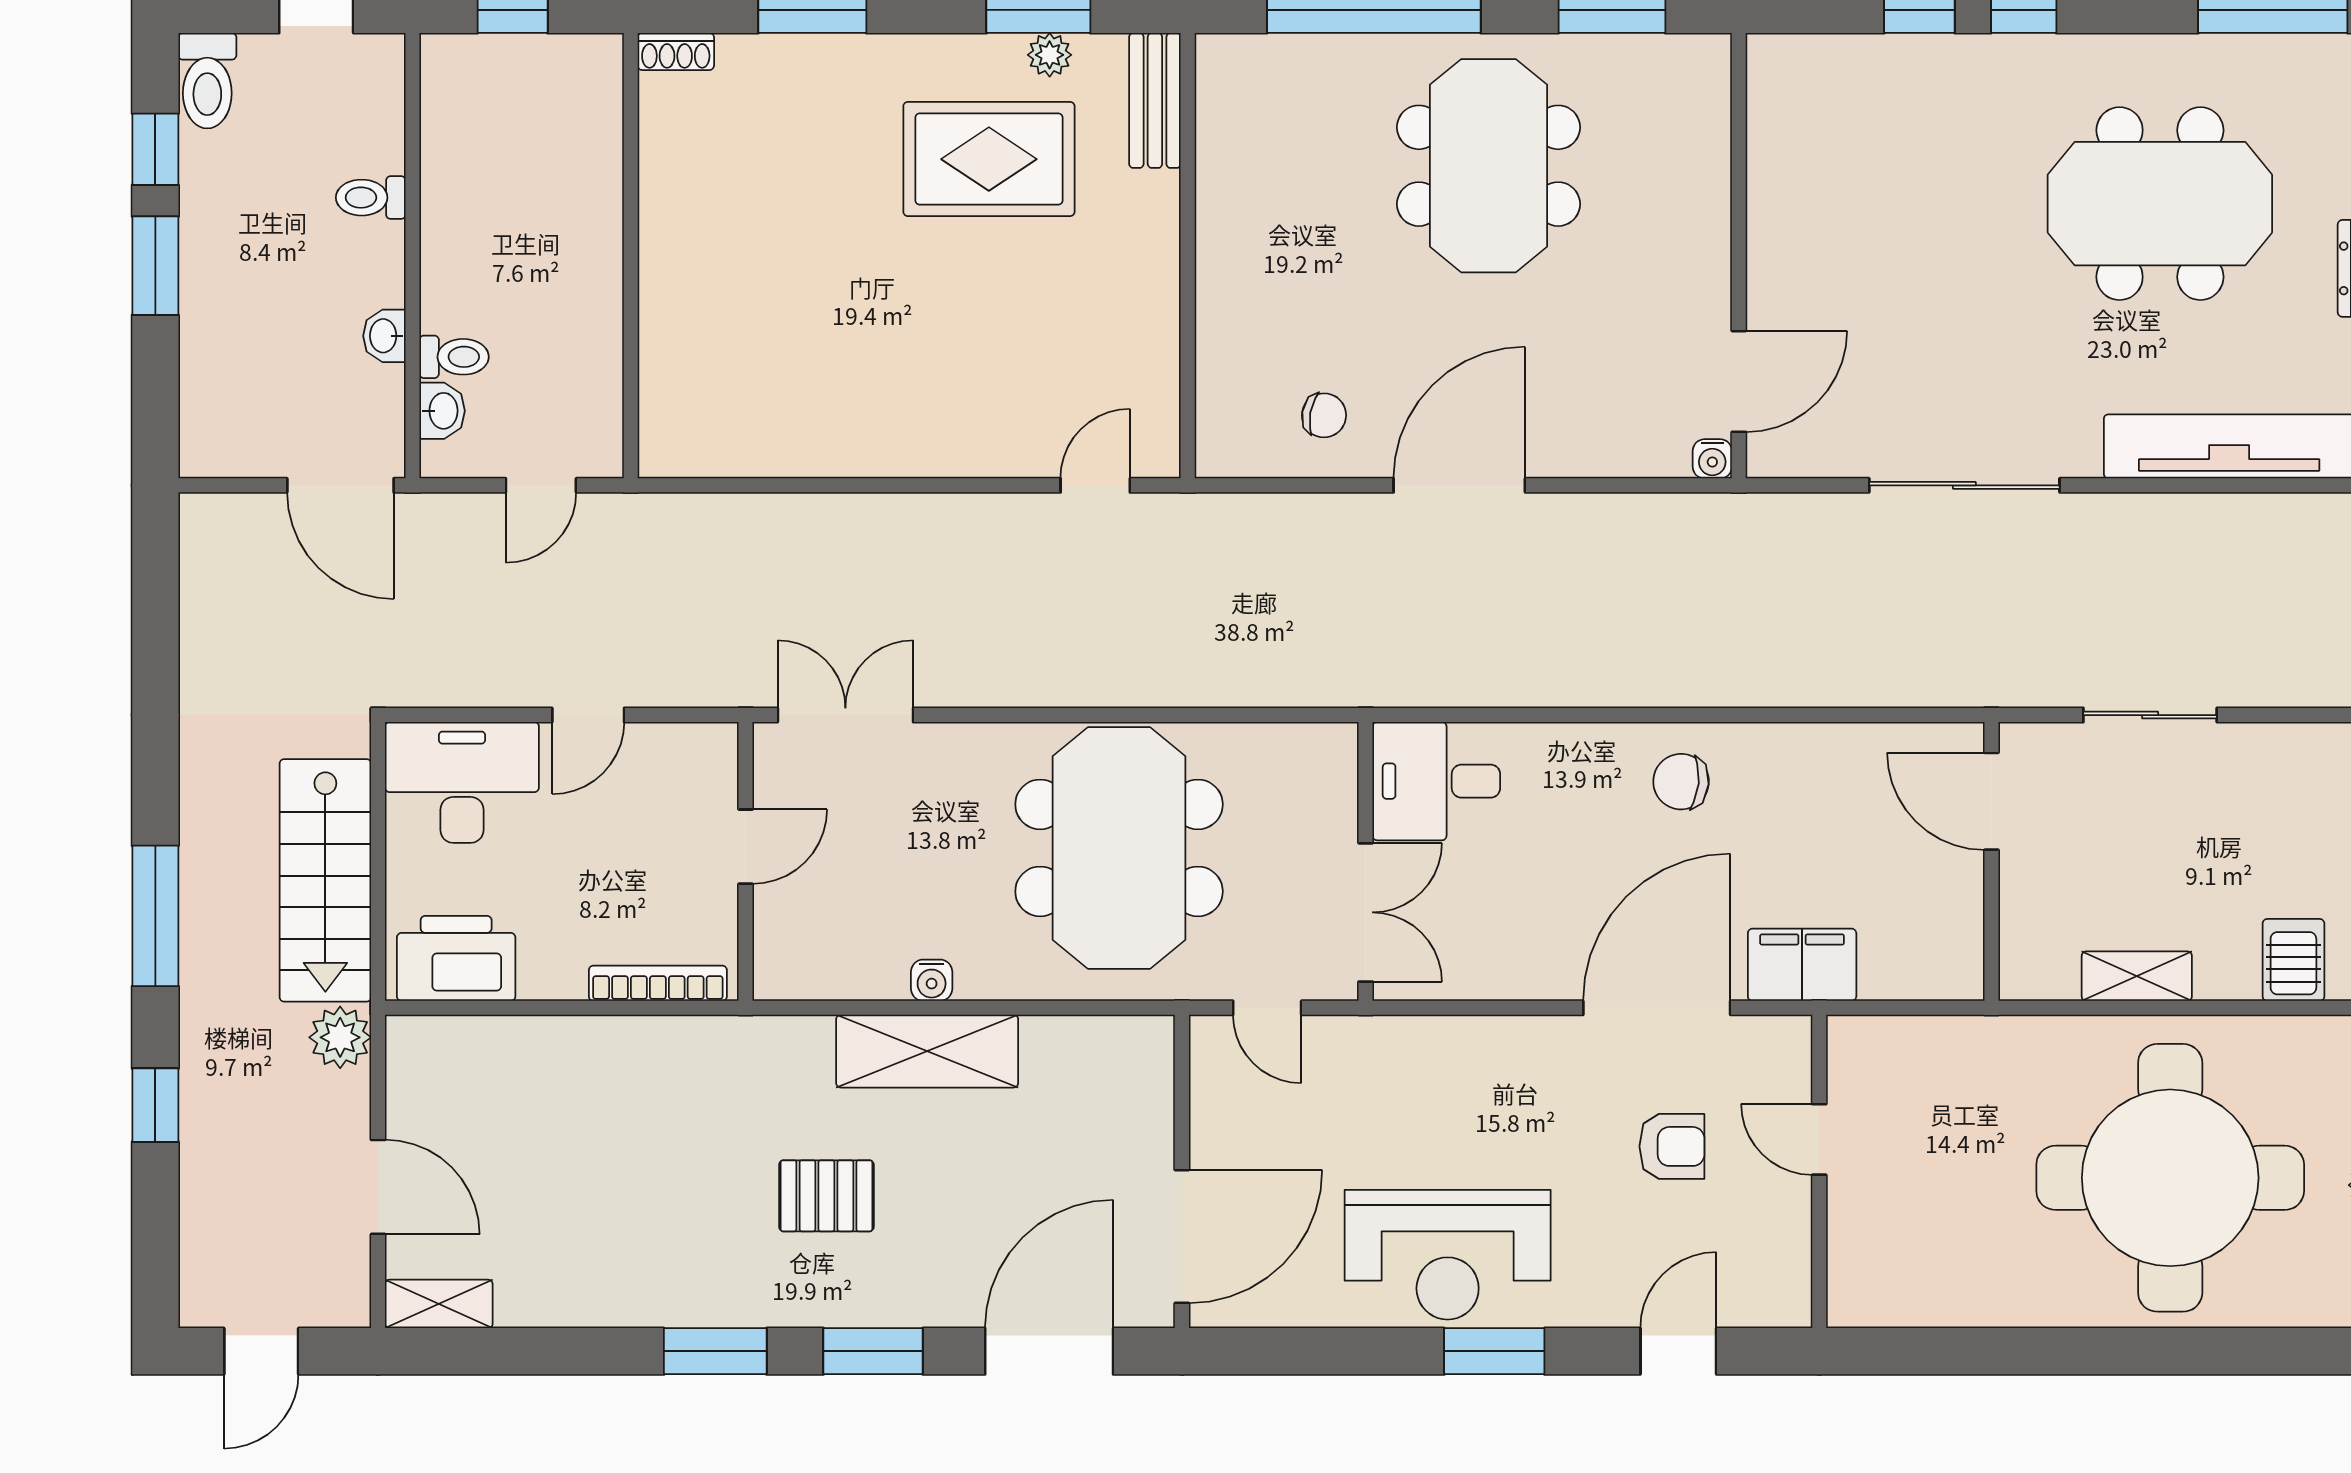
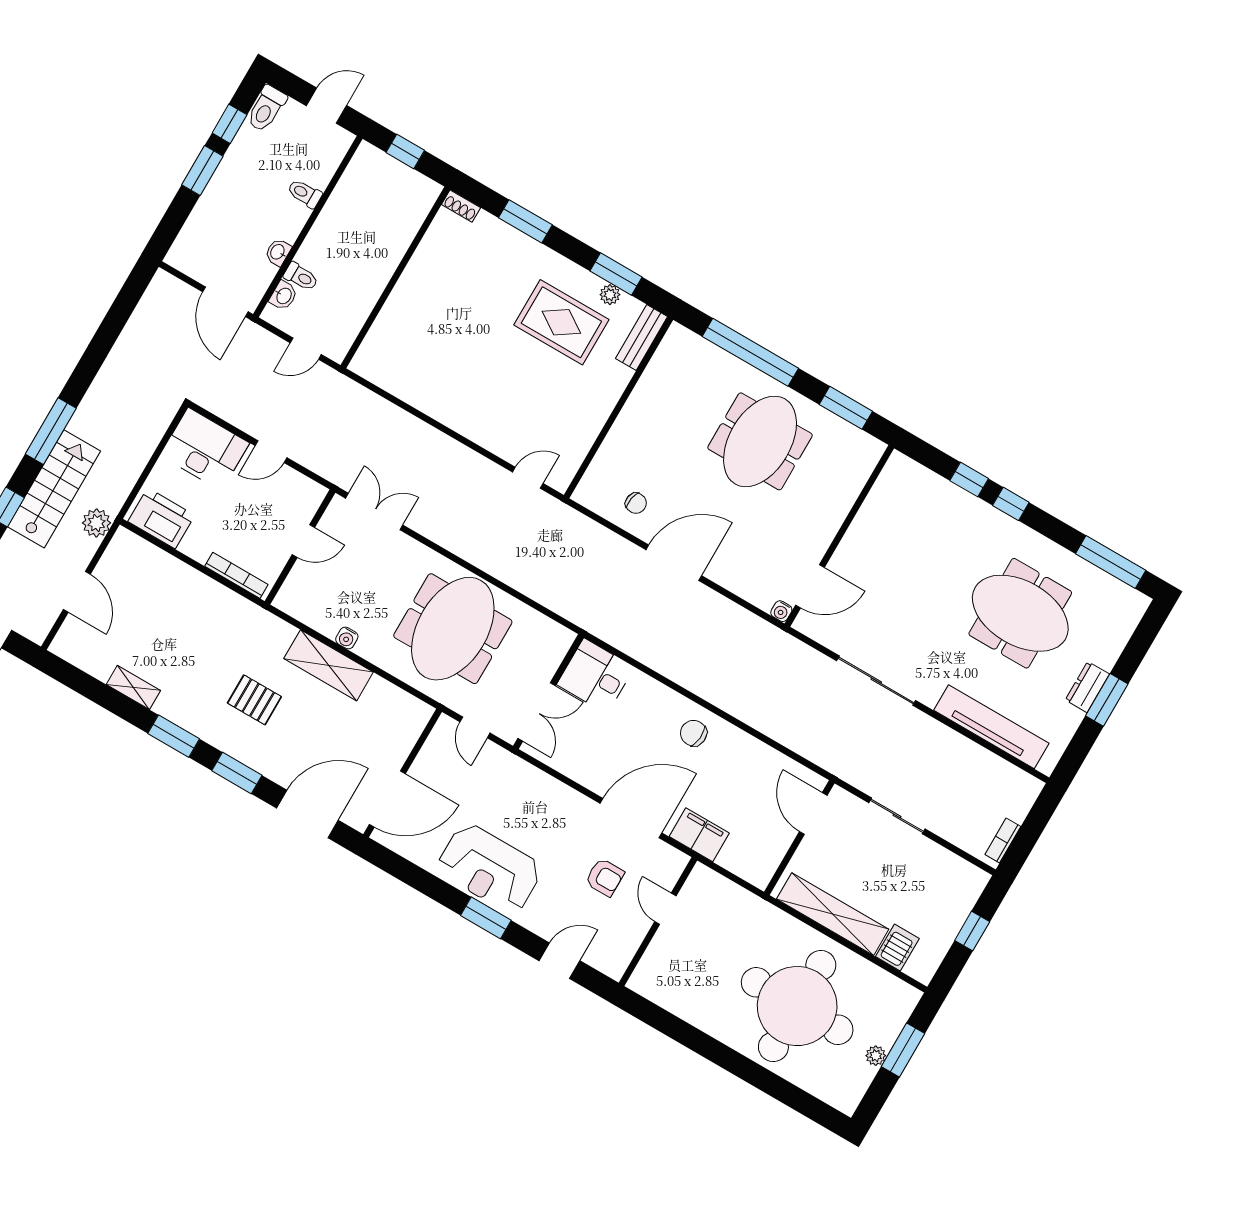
stairs: (325, 880) -> (54, 489), moved, turned 180
shelving: (2137, 976) -> (833, 914), width x2.20, depth x1.33
shelving: (439, 1304) -> (133, 687), moved

